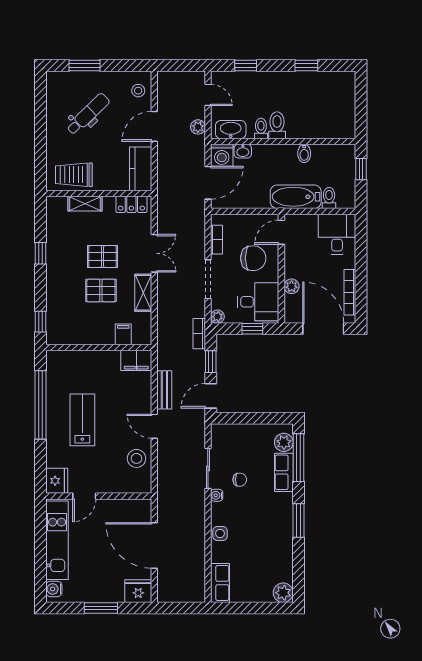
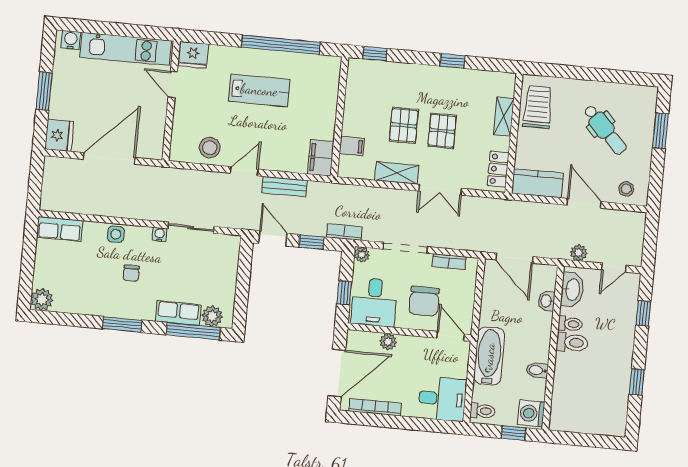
washing machine: (222, 155) -> (531, 413), moved
toilet: (329, 198) -> (482, 411), moved
chair: (240, 480) -> (131, 273), moved

